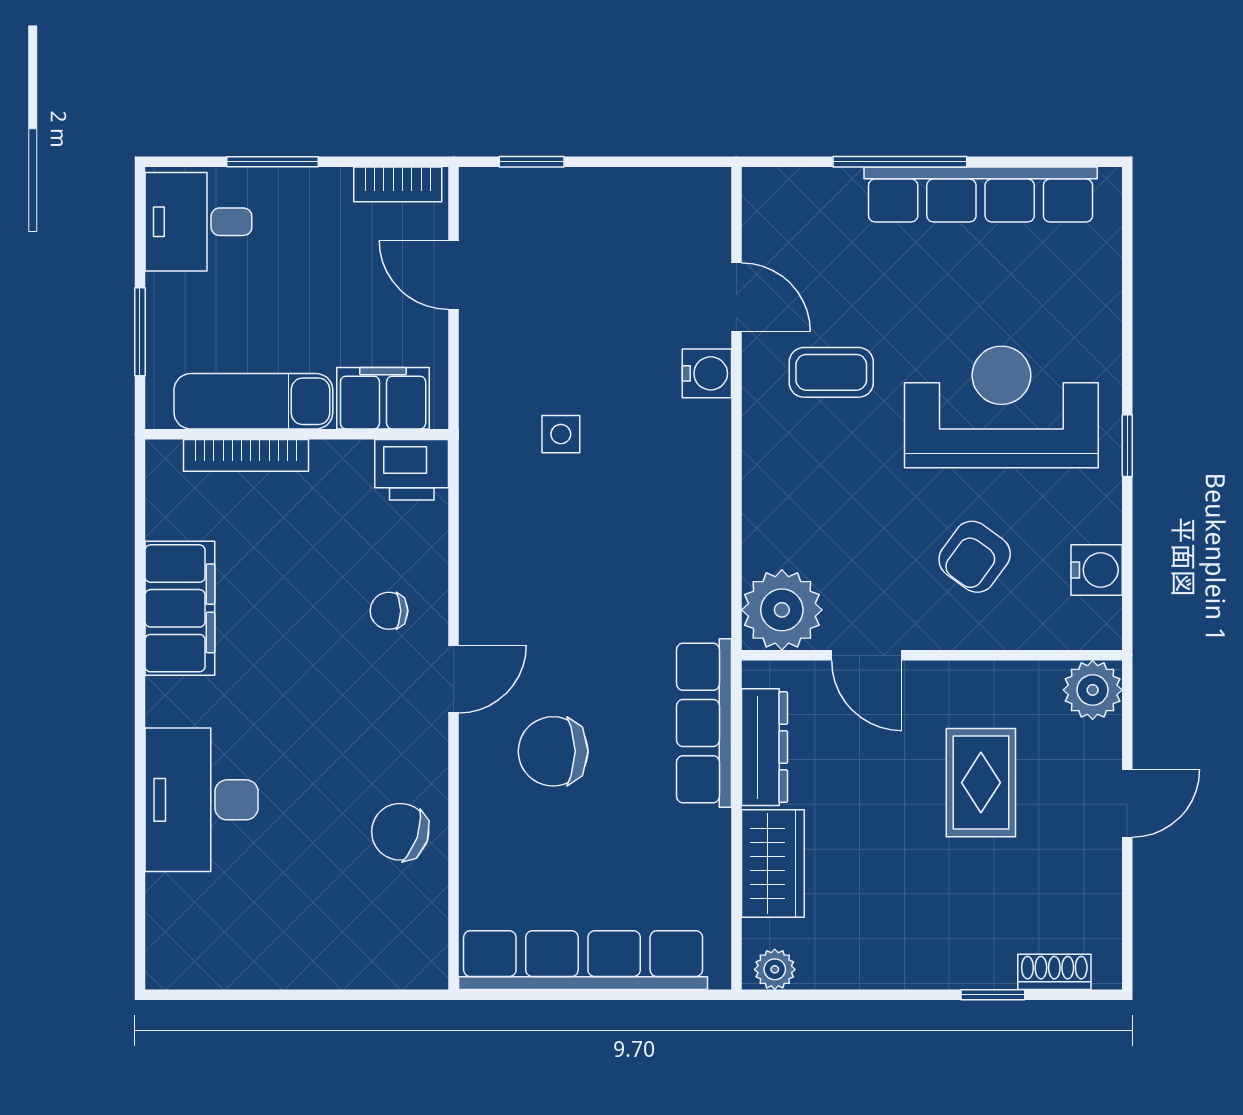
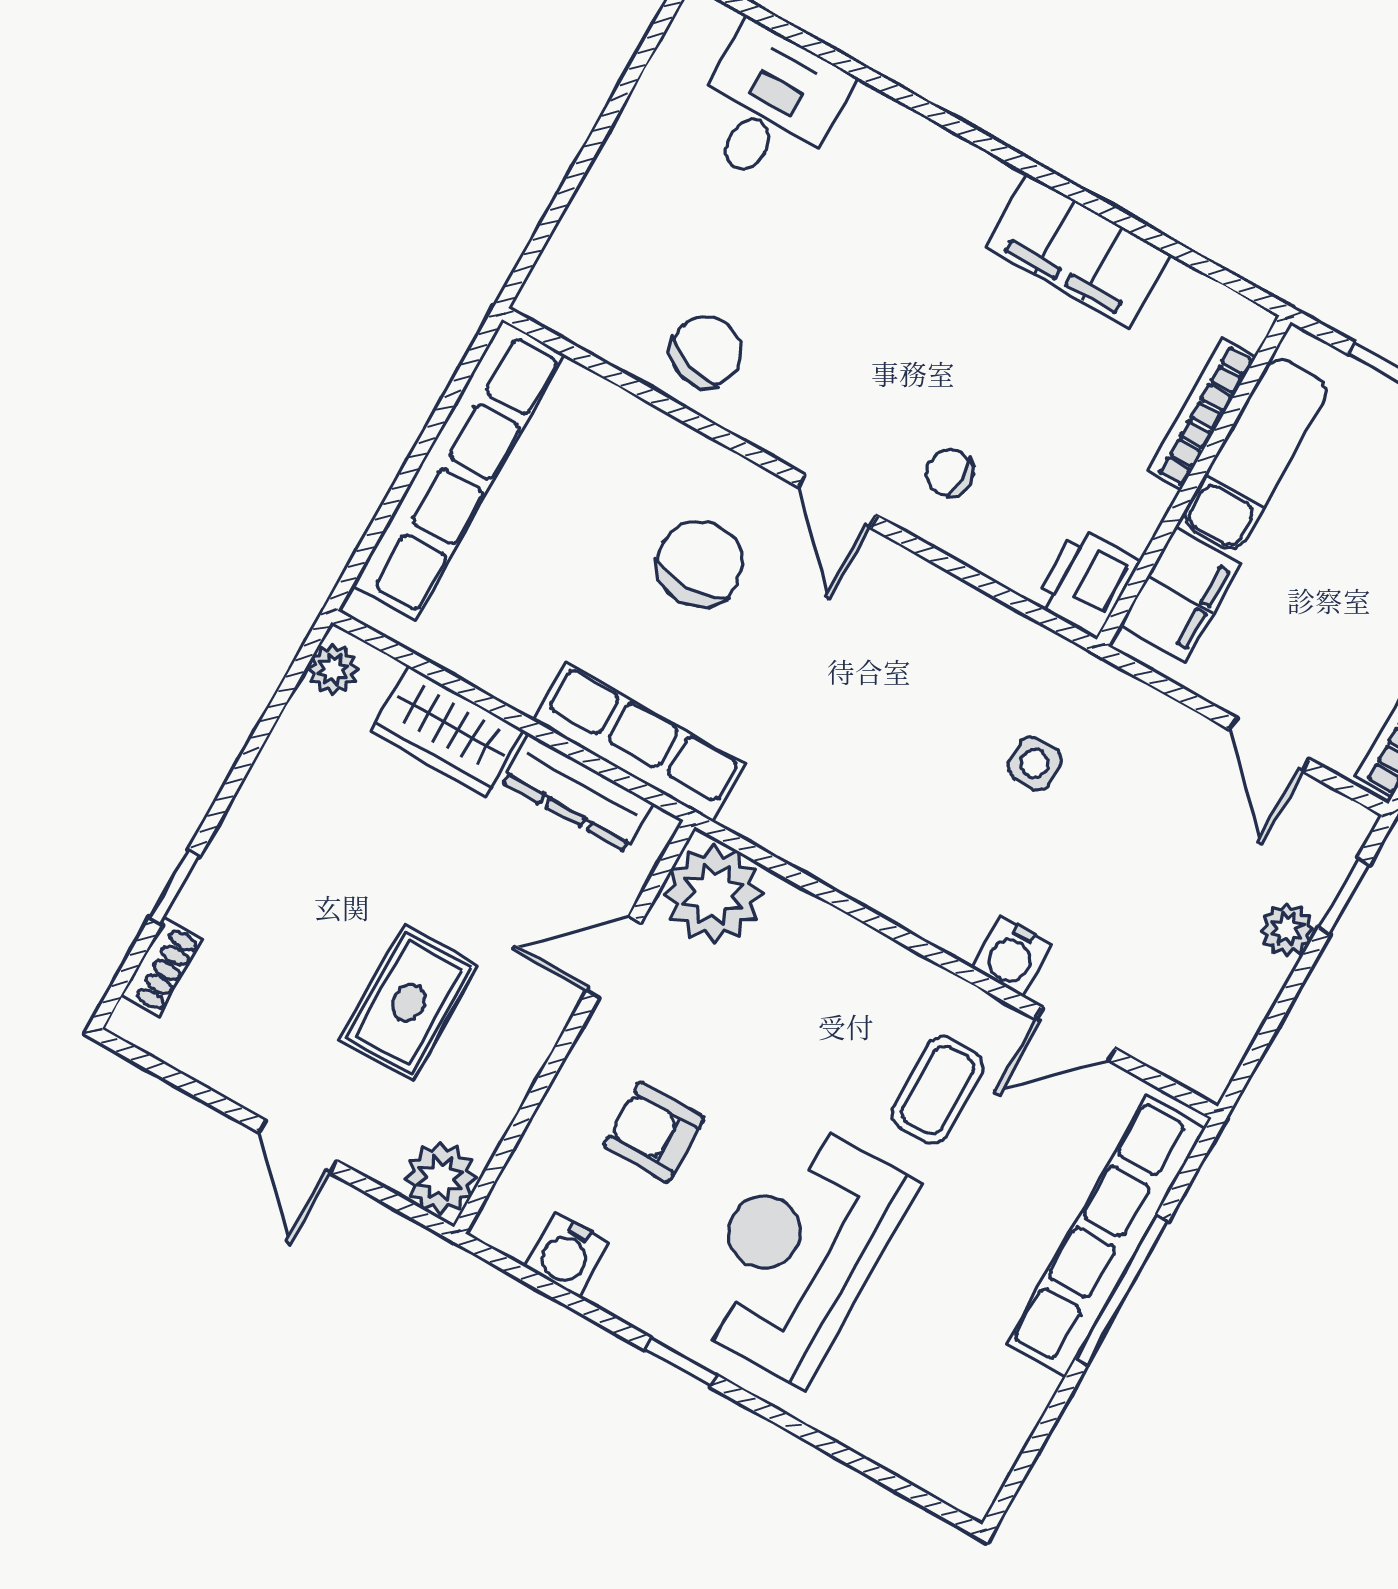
plant: (578, 189) -> (1287, 929), added
row of seats: (981, 194) -> (1106, 1236), moved
door: (454, 275) -> (1270, 744), swing flipped
reception desk: (1001, 407) -> (798, 1251), turned 180
armchair: (975, 557) -> (654, 1132), turned -36
chair: (389, 611) -> (949, 473), turned -90
rug: (981, 783) -> (409, 1003), turned 90
desk: (201, 800) -> (768, 107), moved, width x0.73

